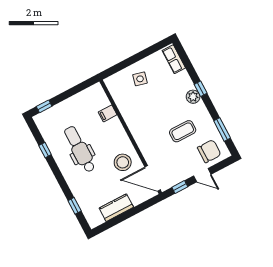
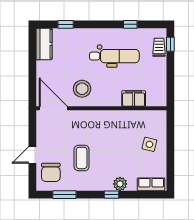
plant: (193, 97) -> (120, 184), moved
filing cabinet: (108, 113) -> (134, 98), width x2.00
trolley: (52, 115) -> (159, 47), added
door: (153, 178) -> (53, 108), hinge flipped
window: (180, 187) -> (32, 129), removed
kitchen counter: (116, 208) -> (44, 44), moved

